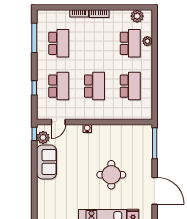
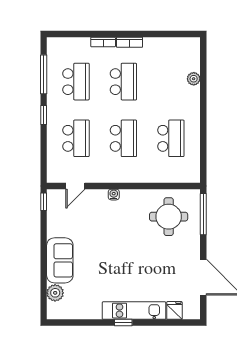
plant: (137, 16) -> (180, 46), removed
school desk: (130, 43) -> (123, 82), moved
window: (34, 88) -> (44, 115), moved
plant: (43, 138) -> (55, 293), moved
sofa: (46, 162) -> (60, 260), moved
round table: (111, 175) -> (169, 217), moved

